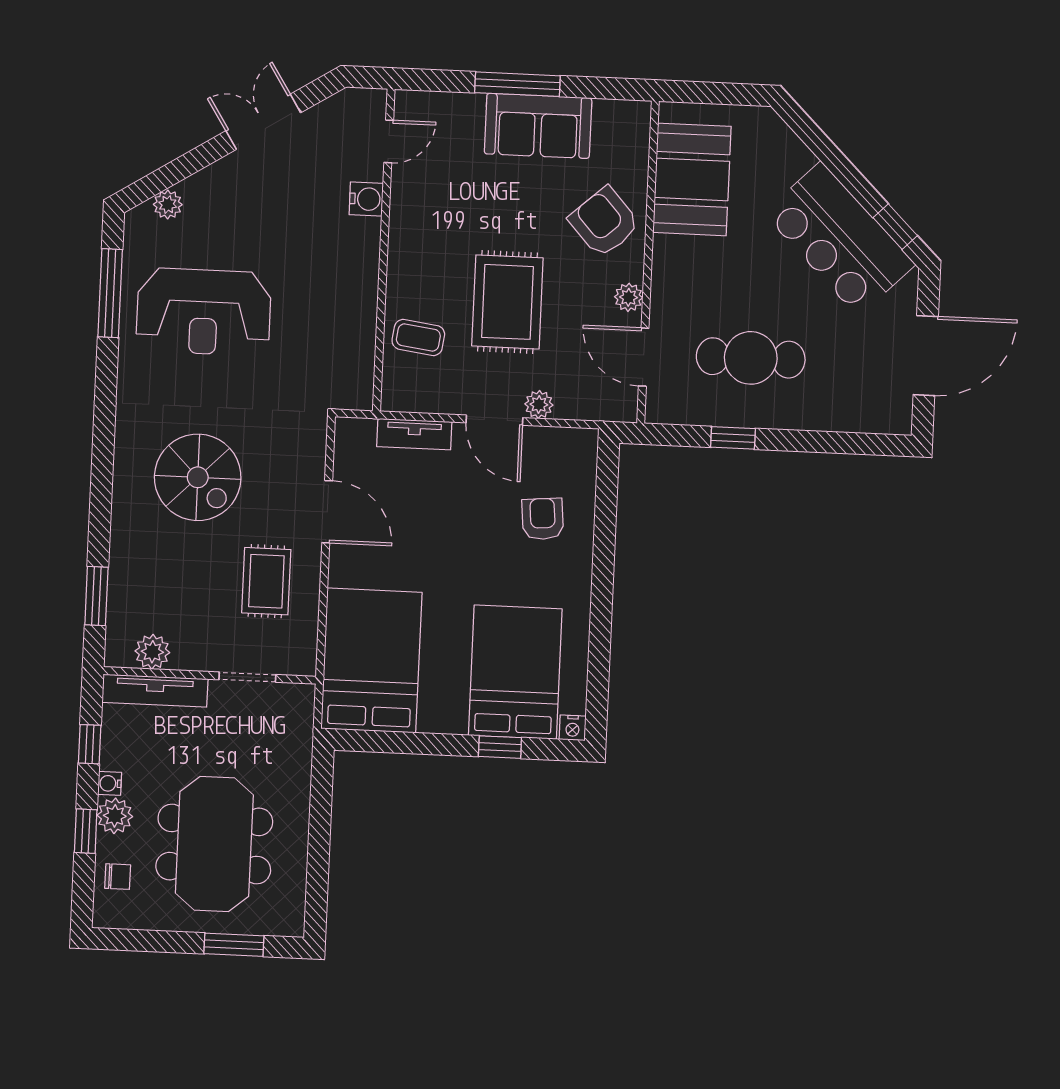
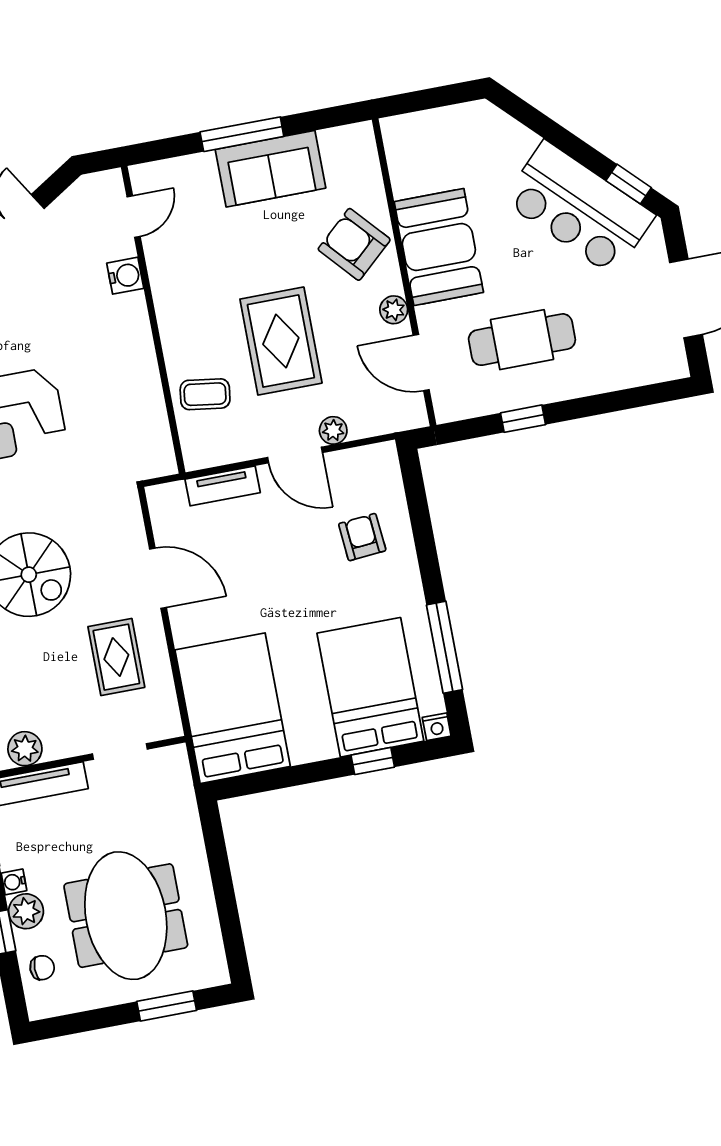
booth: (692, 179) -> (439, 247), moved
window: (599, 650) -> (445, 647), added

